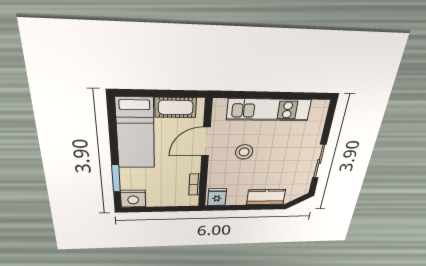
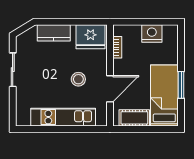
window: (116, 178) -> (181, 85), moved
fridge: (217, 197) -> (91, 37), width x1.88, depth x1.34
nightstand: (133, 199) -> (152, 34), moved

